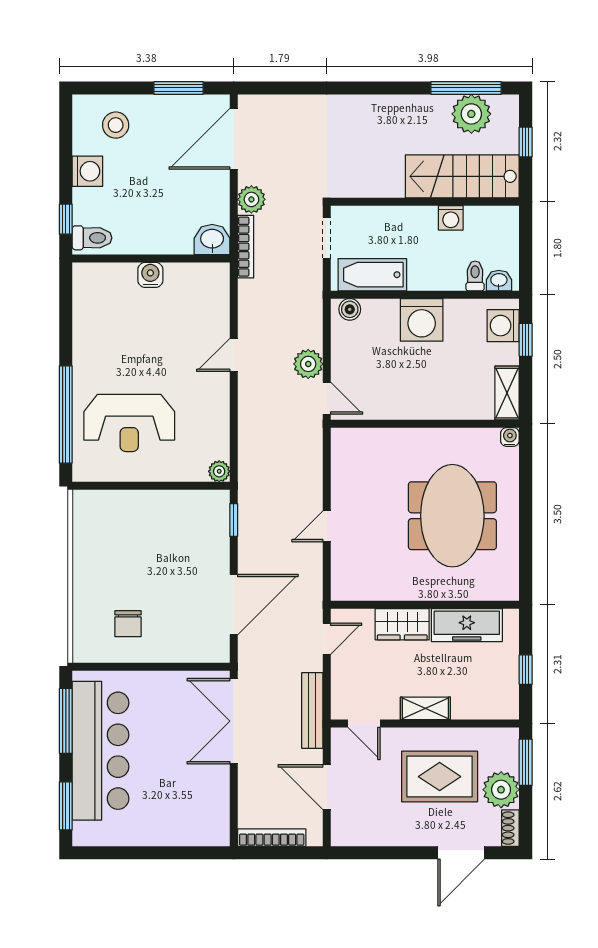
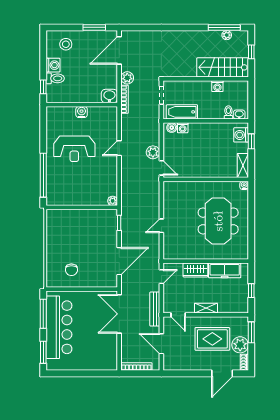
plant: (471, 114) -> (227, 35), width x0.53, depth x0.53
toilet: (92, 238) -> (55, 78), moved
washing machine: (422, 320) -> (183, 128), moved, width x0.53, depth x0.53
reception desk: (129, 423) -> (74, 149), moved

